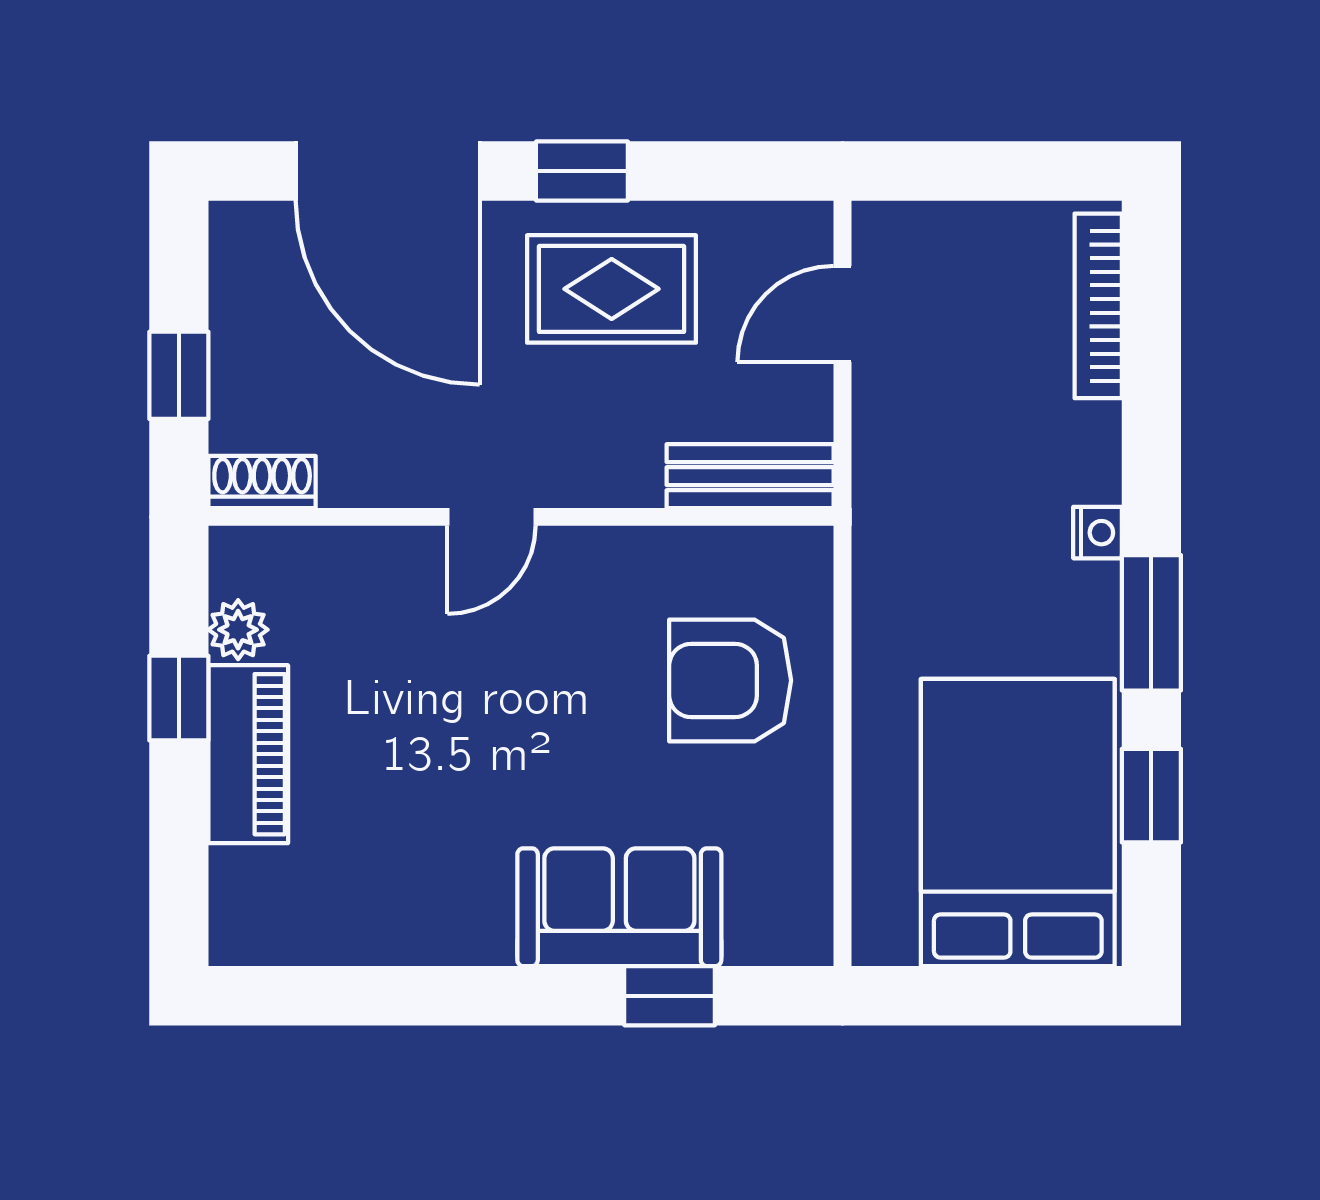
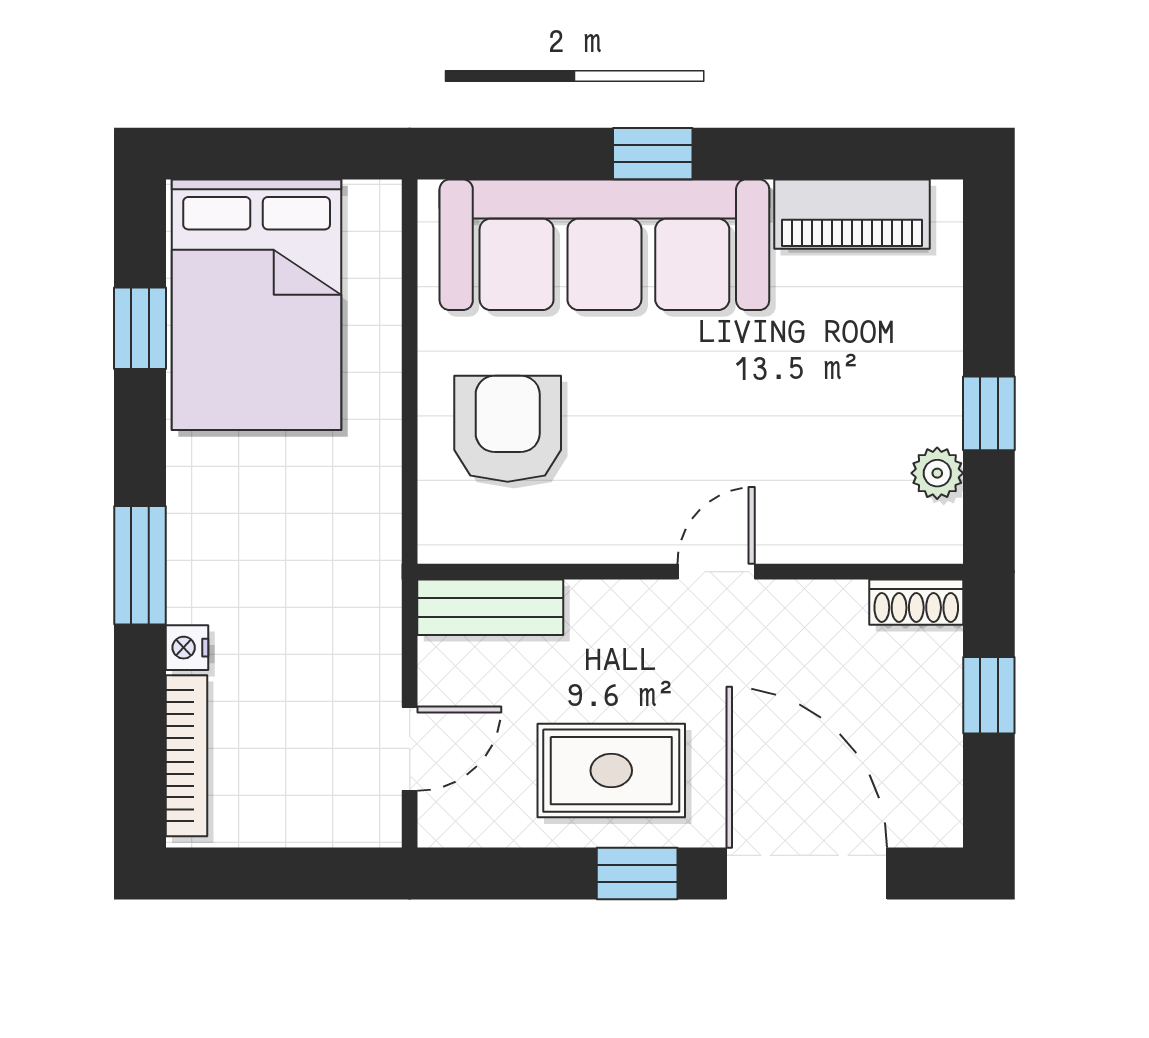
nightstand: (1098, 533) -> (187, 648), moved
window: (1151, 623) -> (140, 565), moved
armchair: (730, 680) -> (508, 429), turned -90
piano: (248, 754) -> (852, 214), moved, turned -90
sofa: (619, 907) -> (604, 245), width x1.85, depth x1.27
window: (670, 996) -> (653, 154), moved

